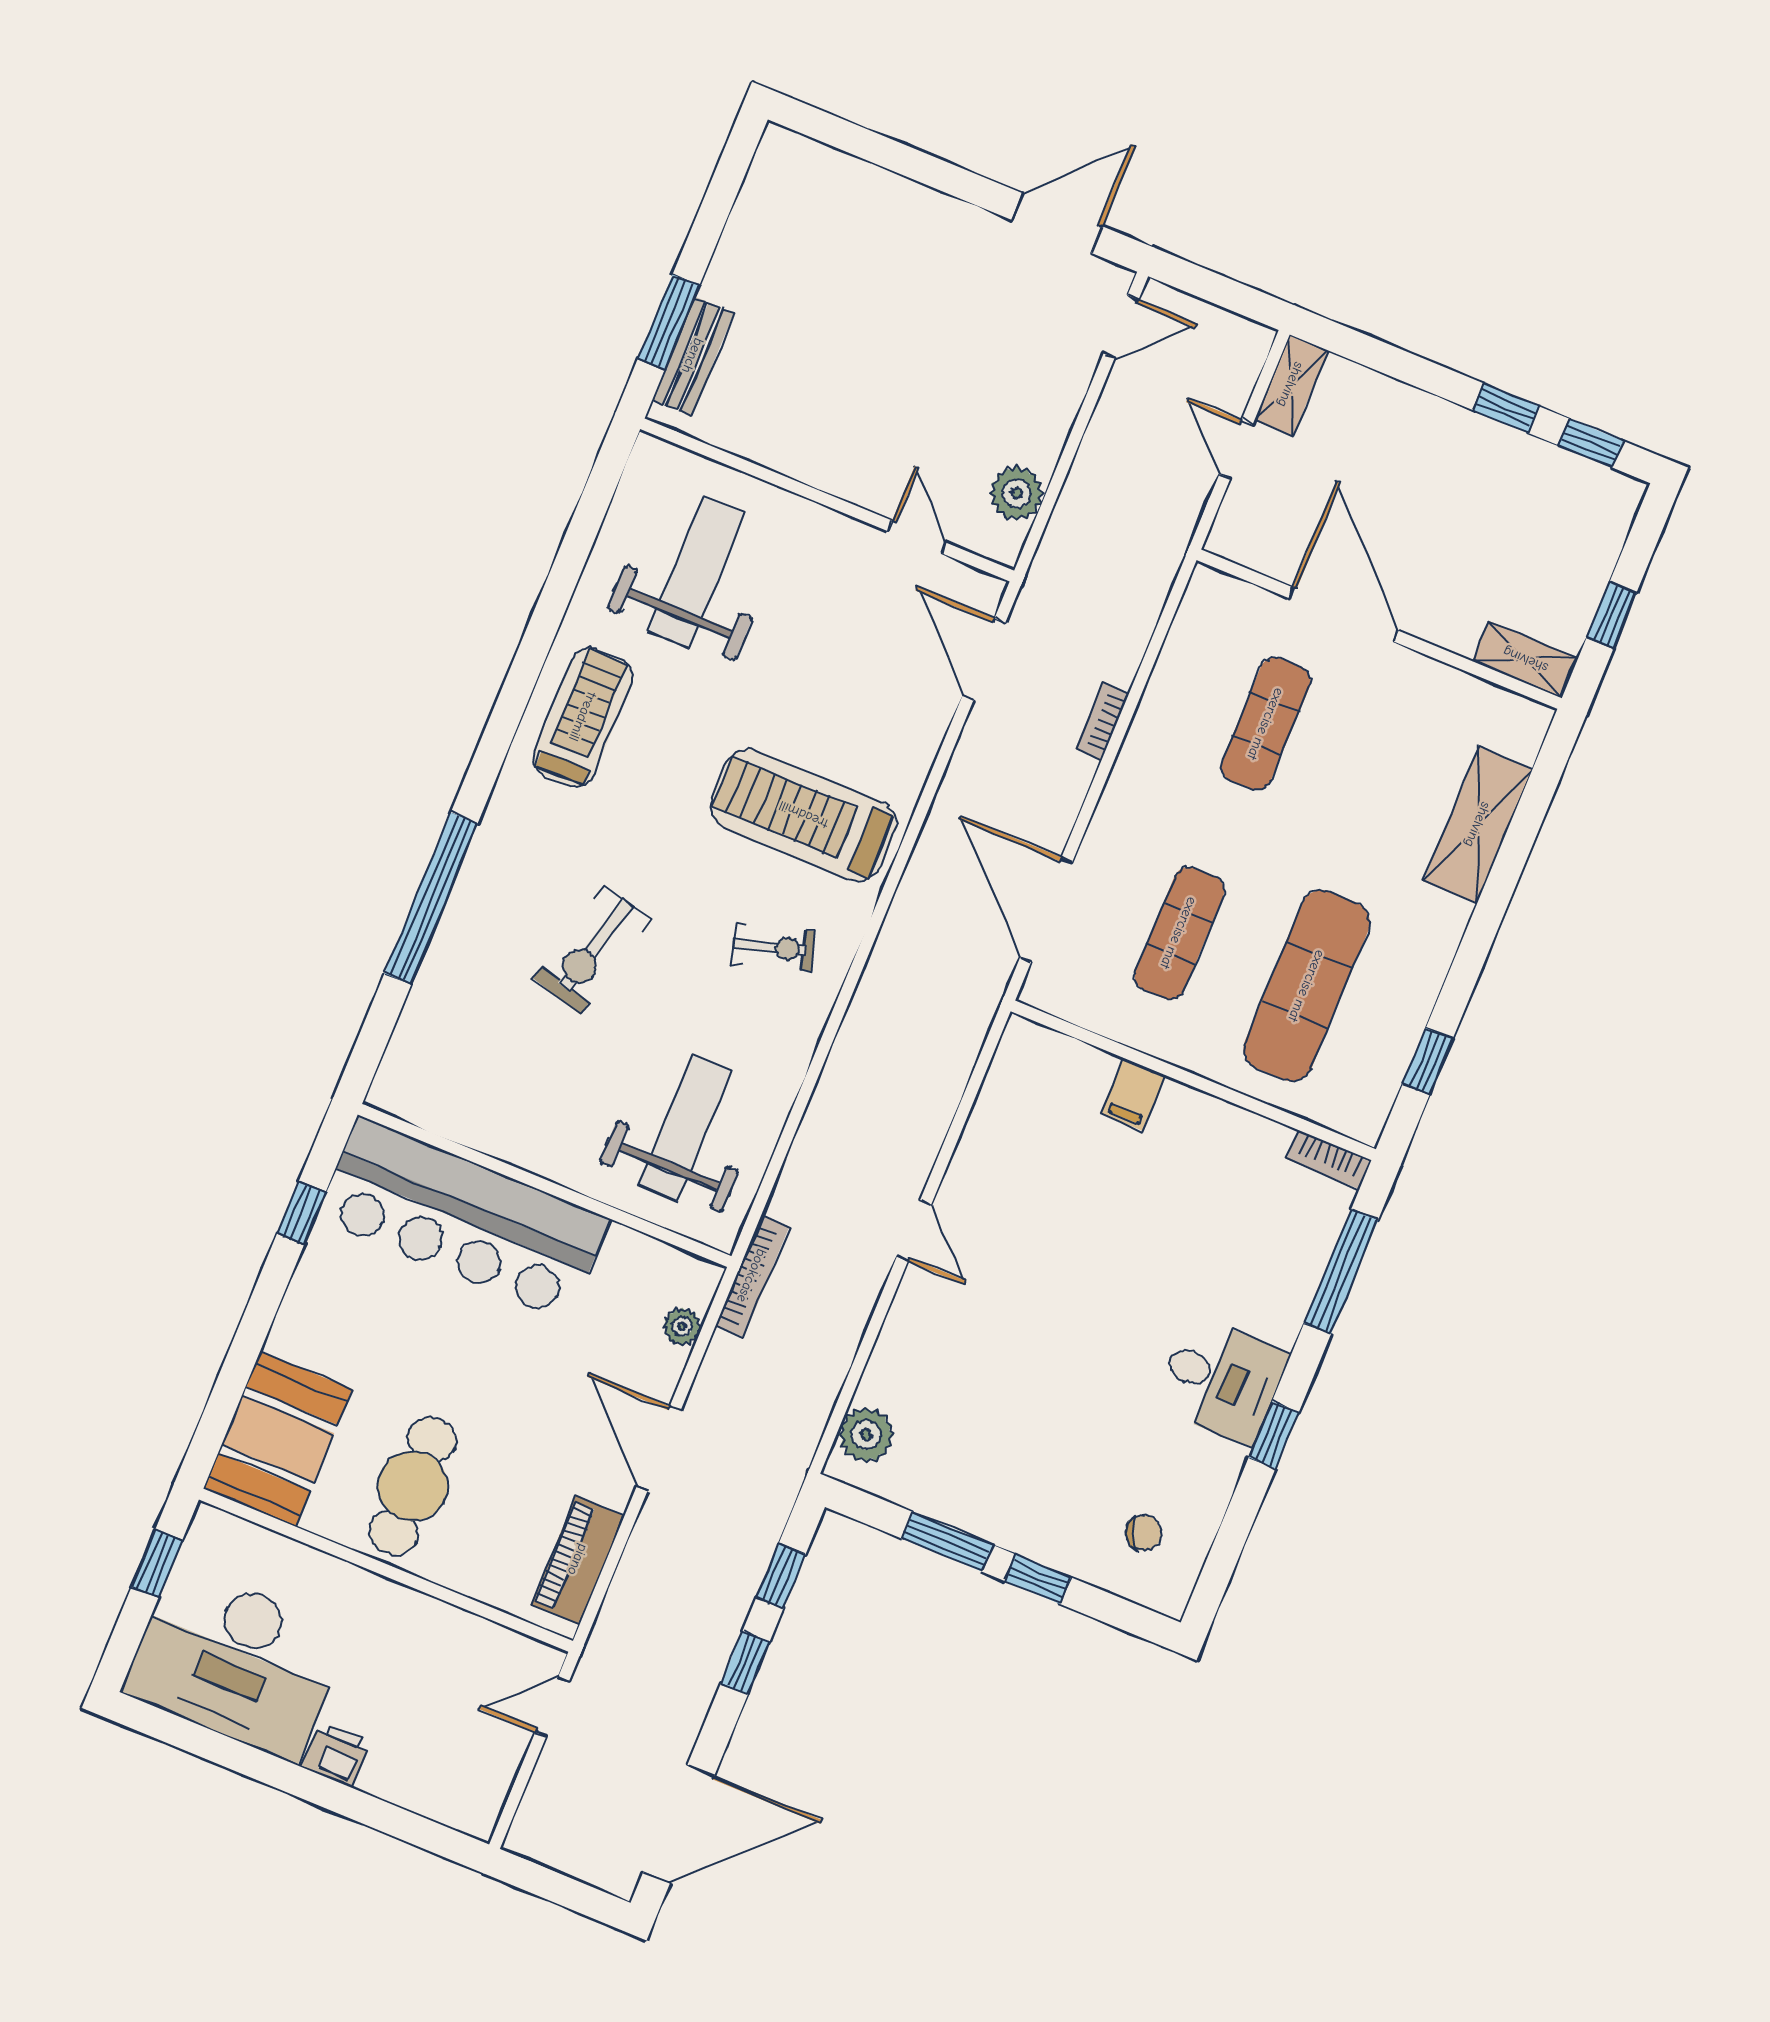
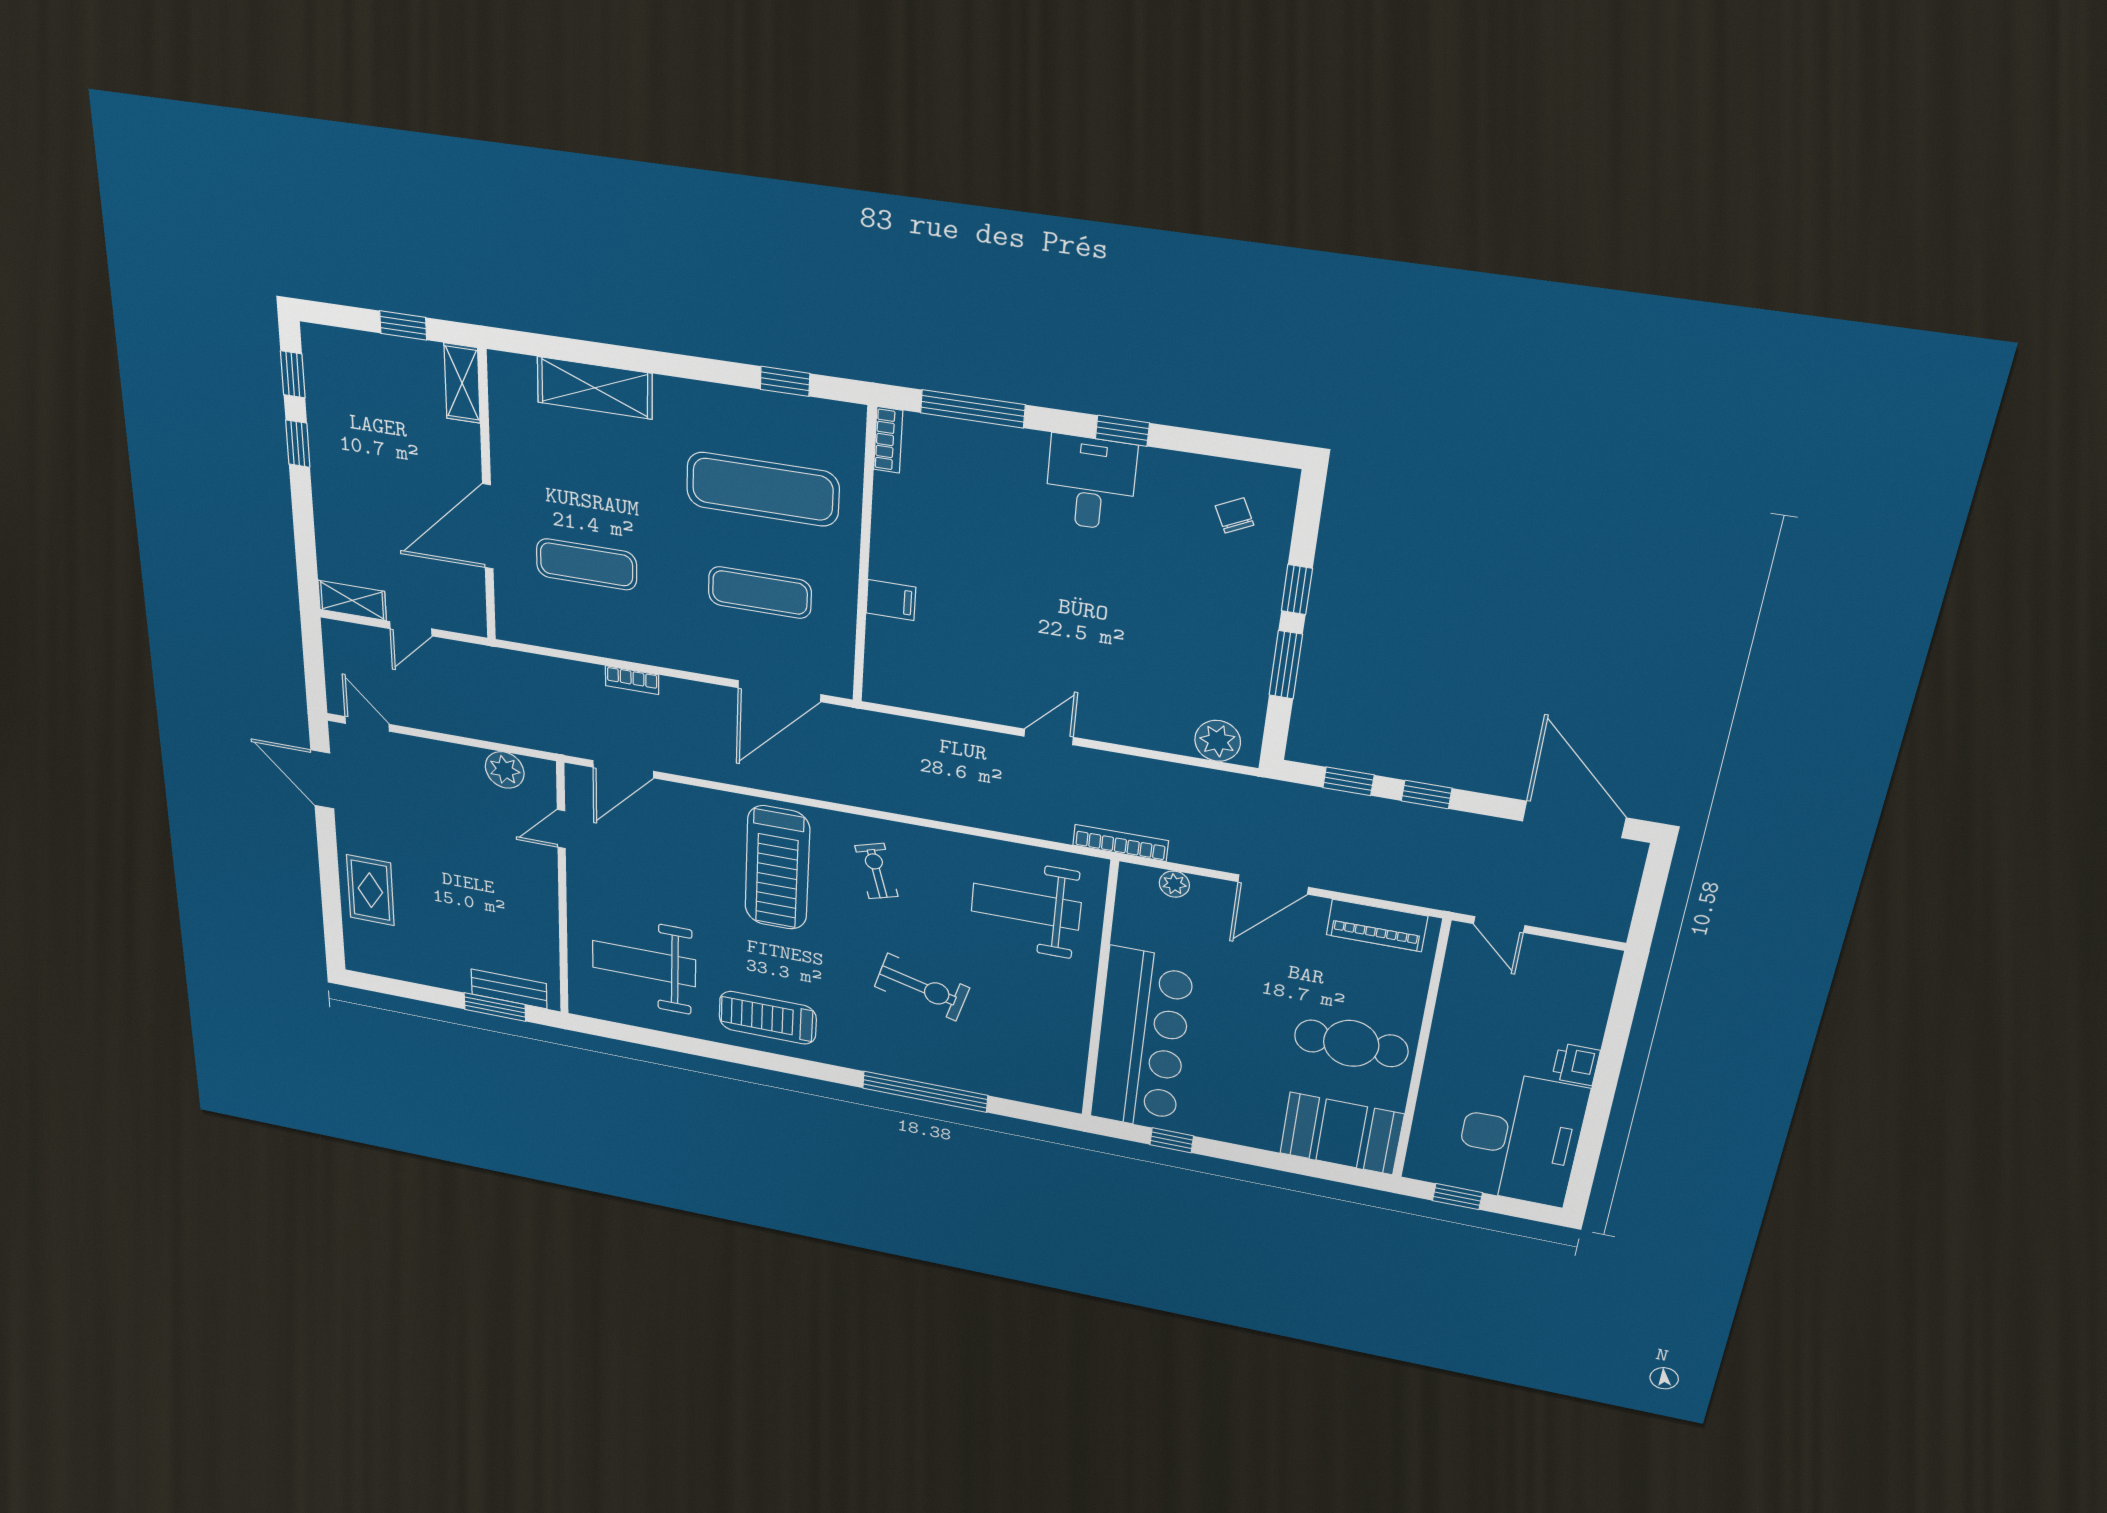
rug: (881, 216) -> (370, 890), added

